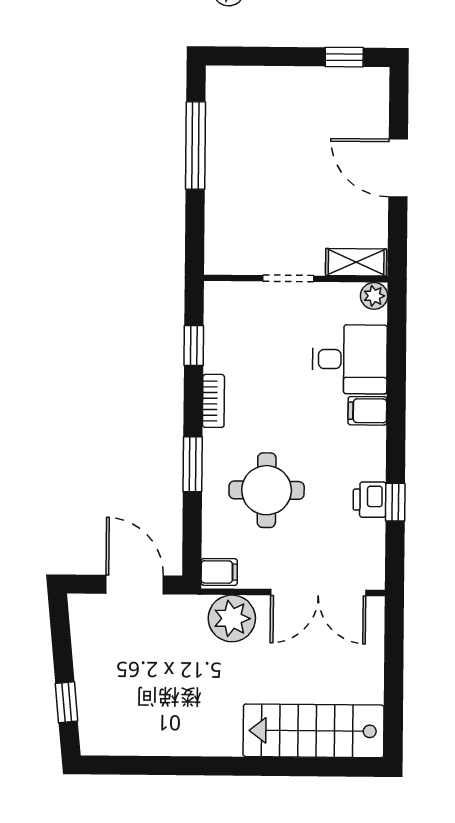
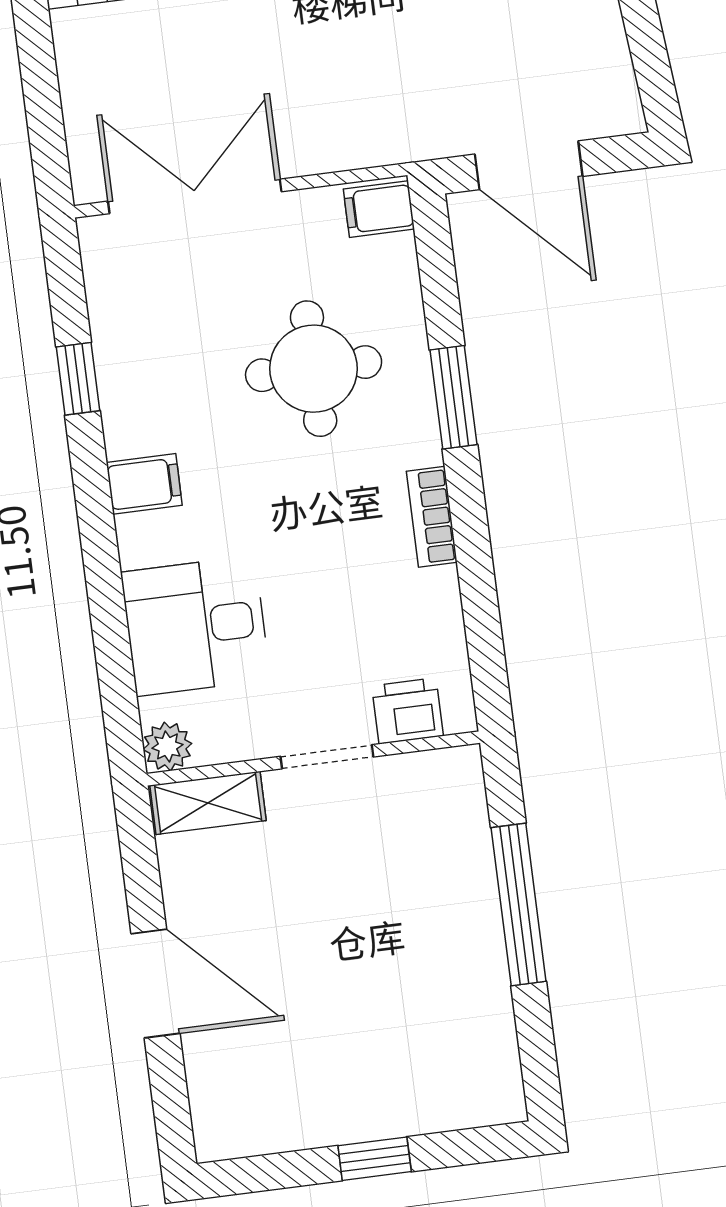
window: (344, 57) -> (375, 1159), moved
window: (195, 145) -> (518, 905), moved
window: (194, 346) -> (481, 612), removed
filing cabinet: (367, 411) -> (144, 484), moved
printer: (370, 500) -> (407, 711), moved, turned -90
plant: (232, 618) -> (345, 128), removed

